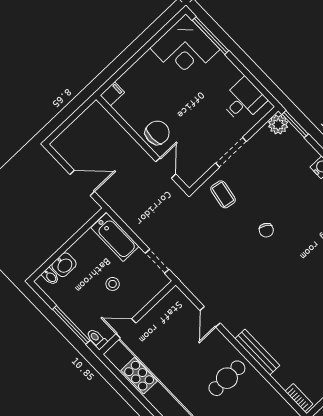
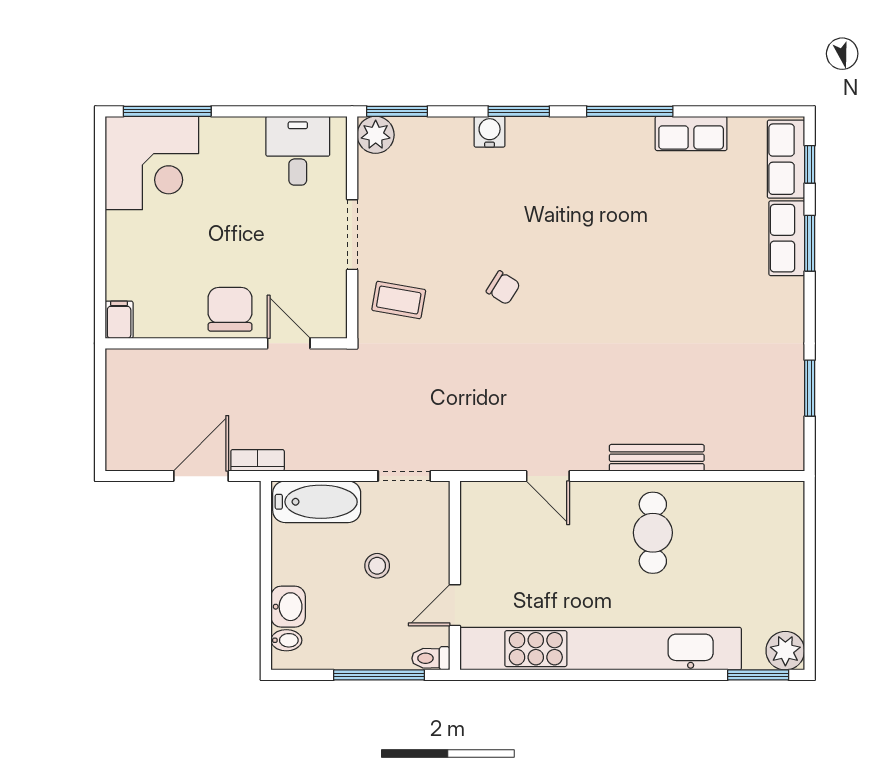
bookcase: (299, 398) -> (258, 460), moved

